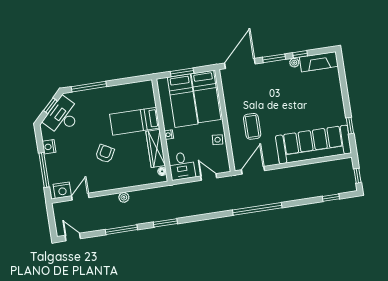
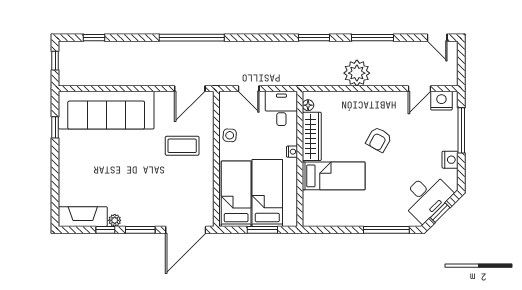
coffee table: (252, 126) -> (182, 146), turned 90
plant: (124, 197) -> (357, 73), width x1.88, depth x1.88

